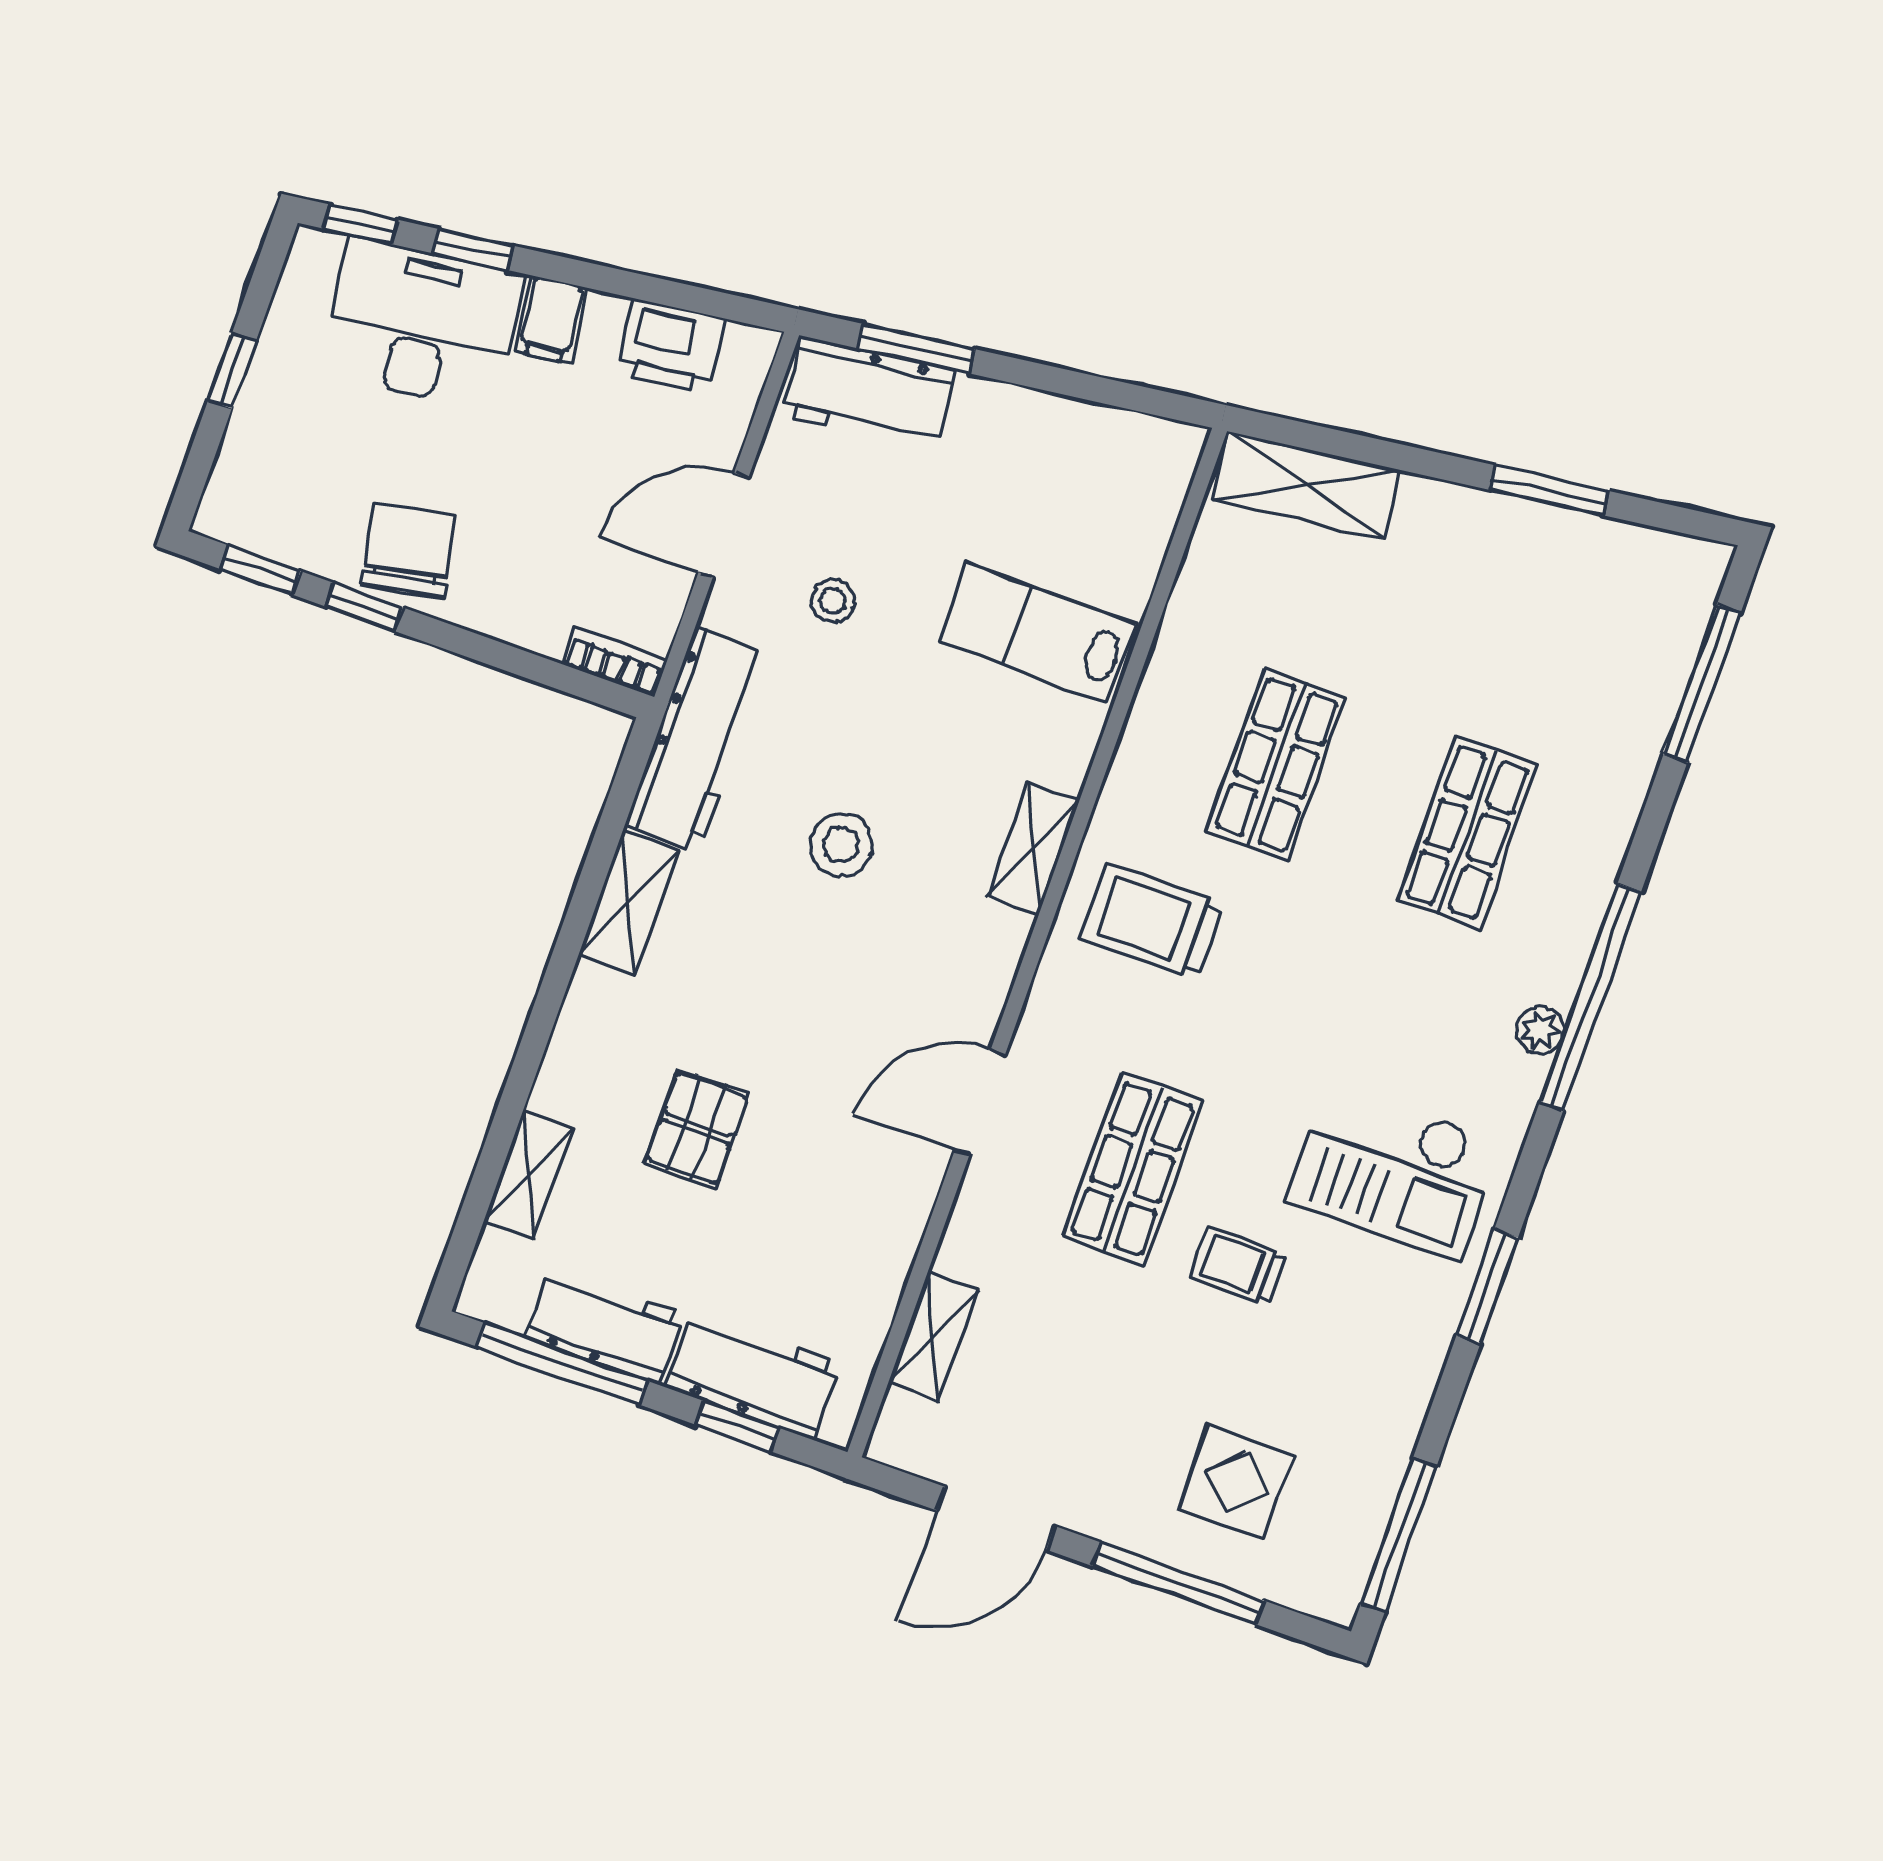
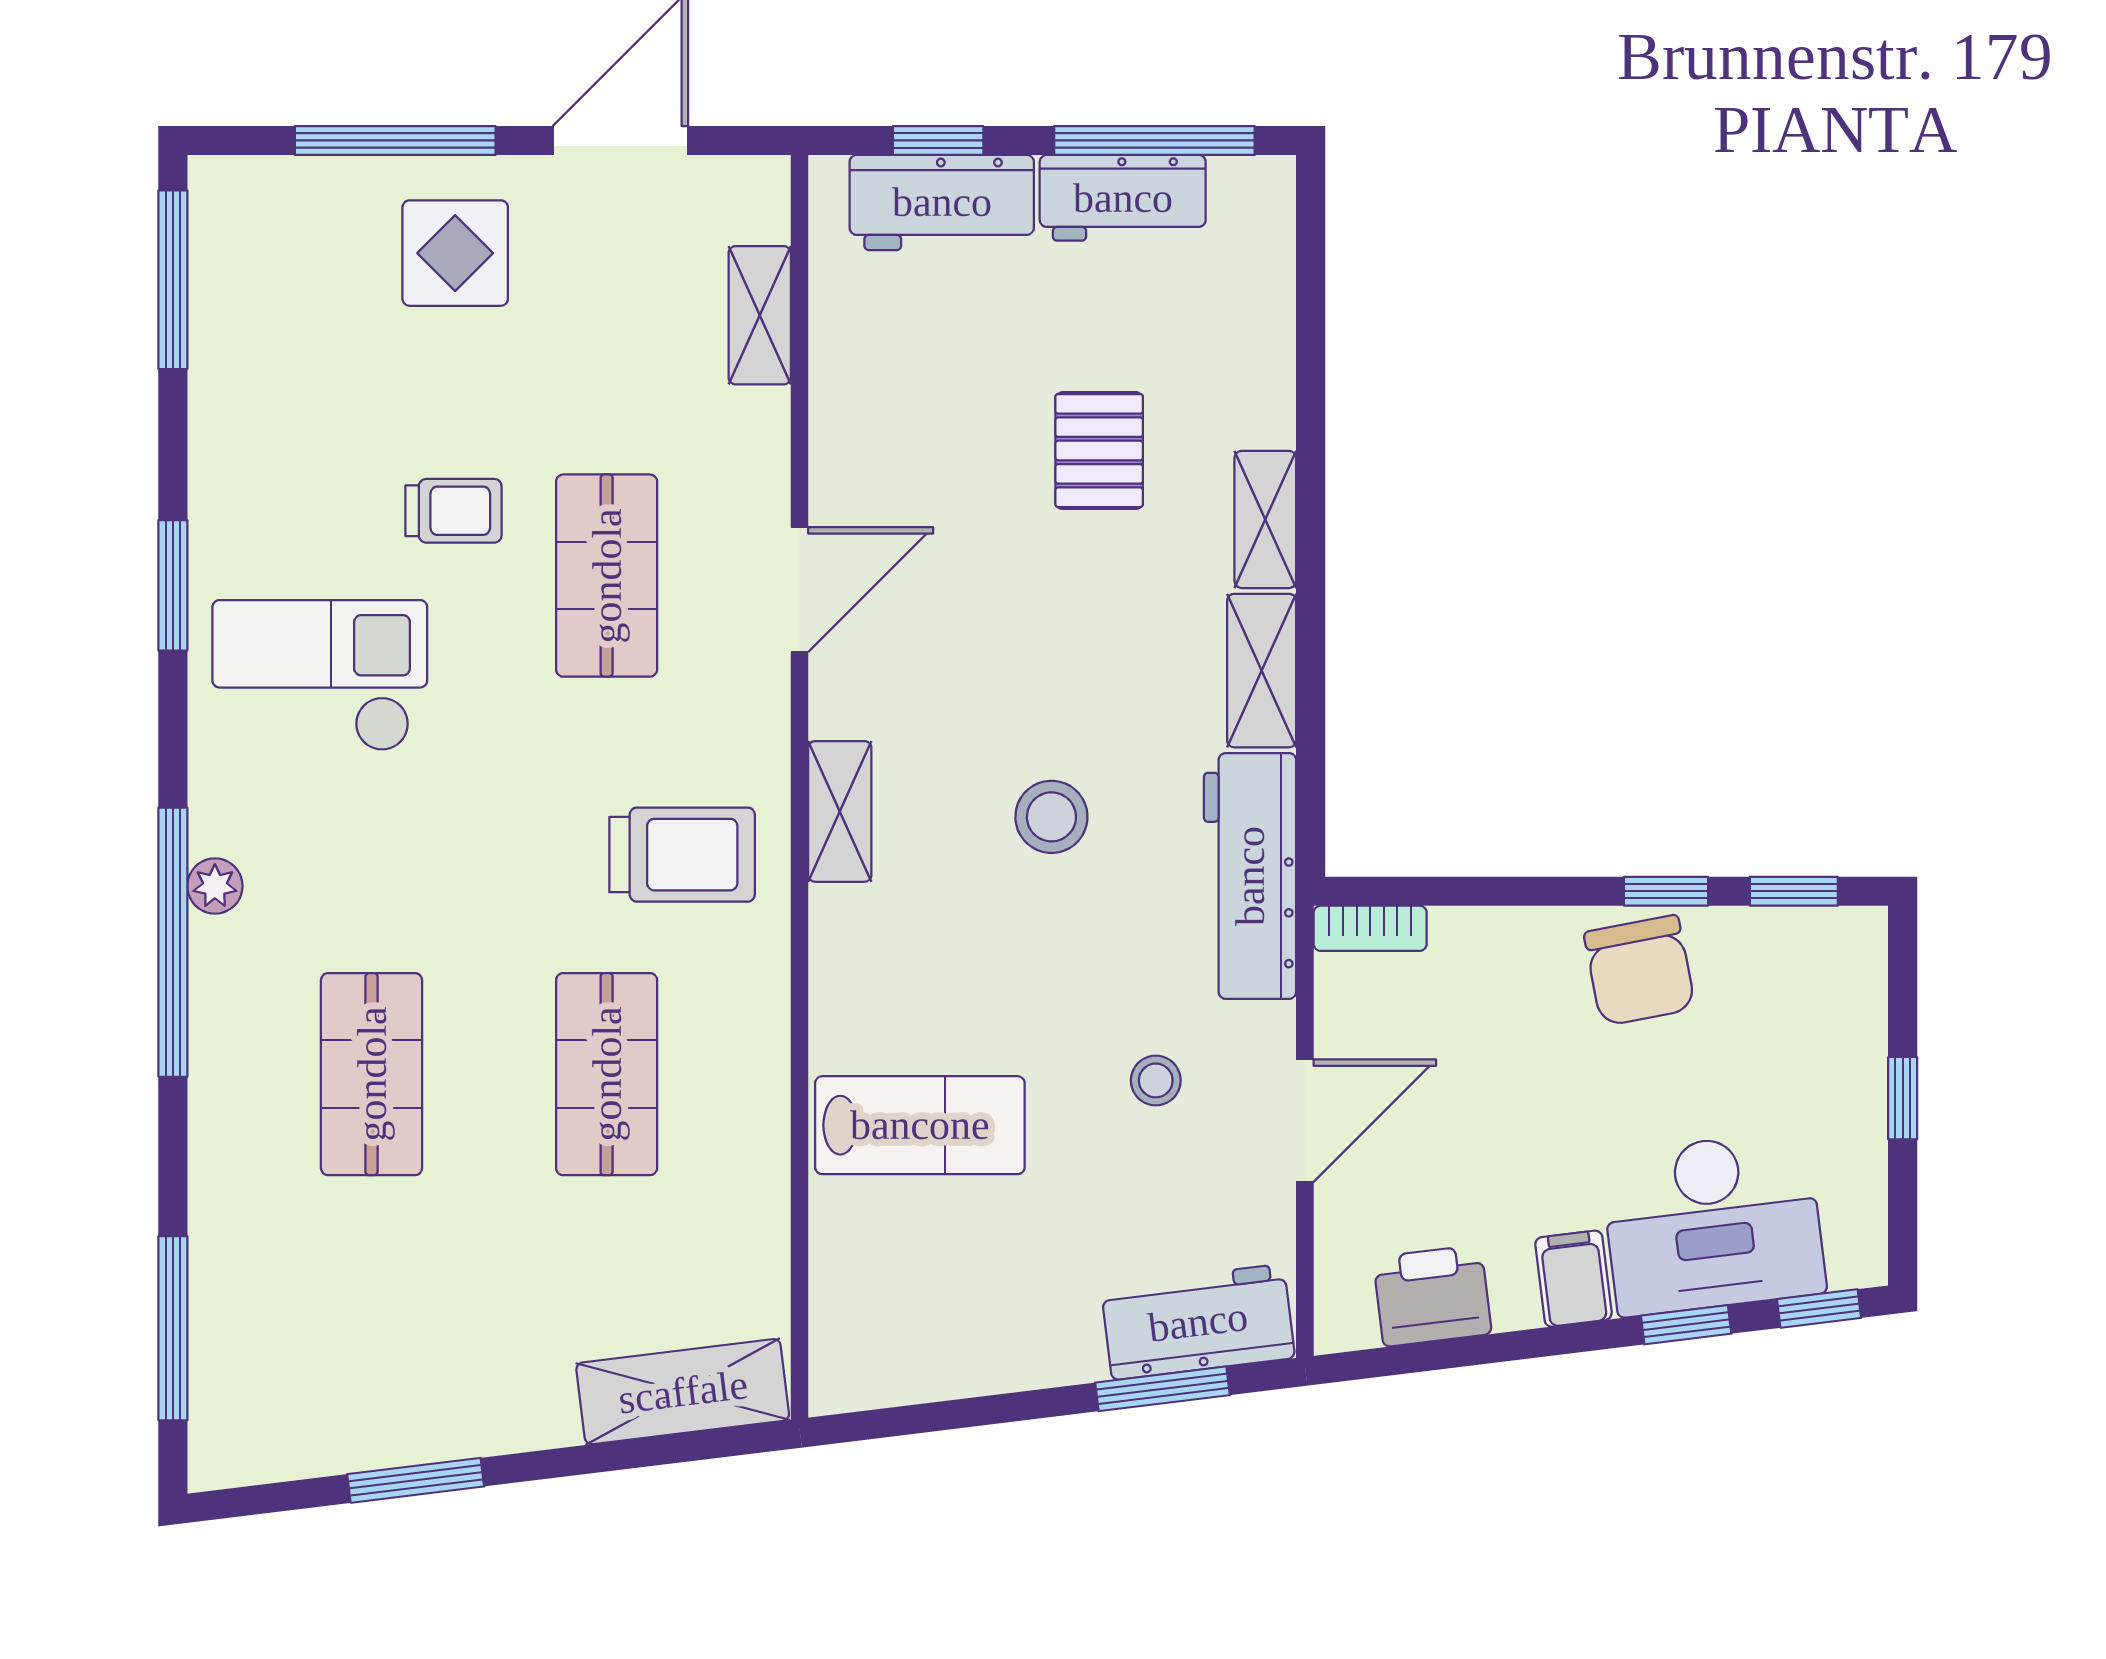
shelving: (1034, 848) -> (840, 811), moved
shelving: (528, 1174) -> (1265, 519), moved
display table: (1236, 1483) -> (455, 253), moved

